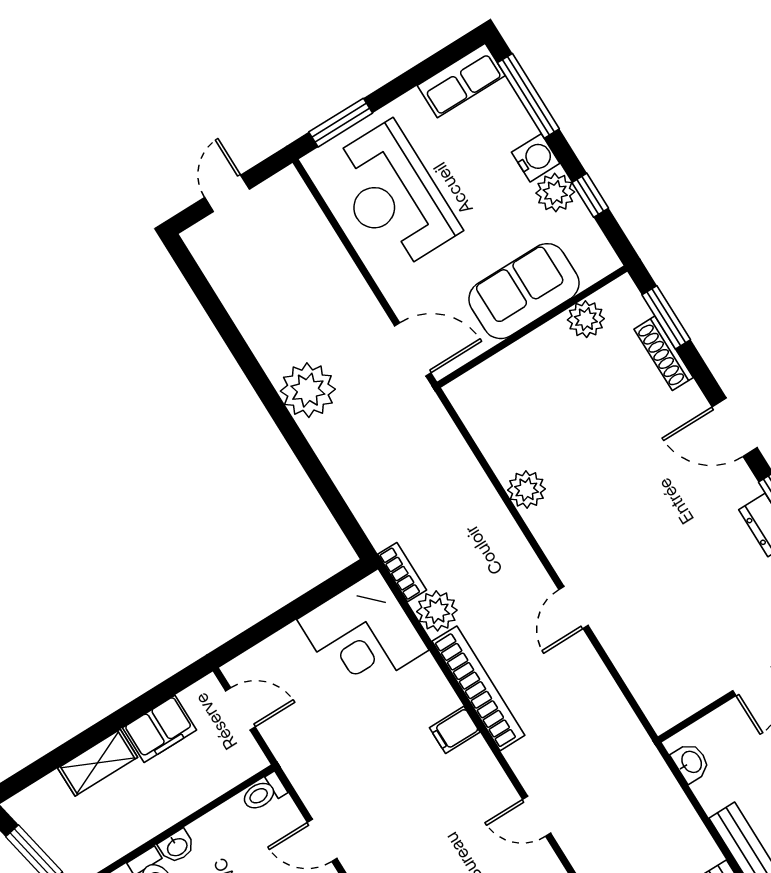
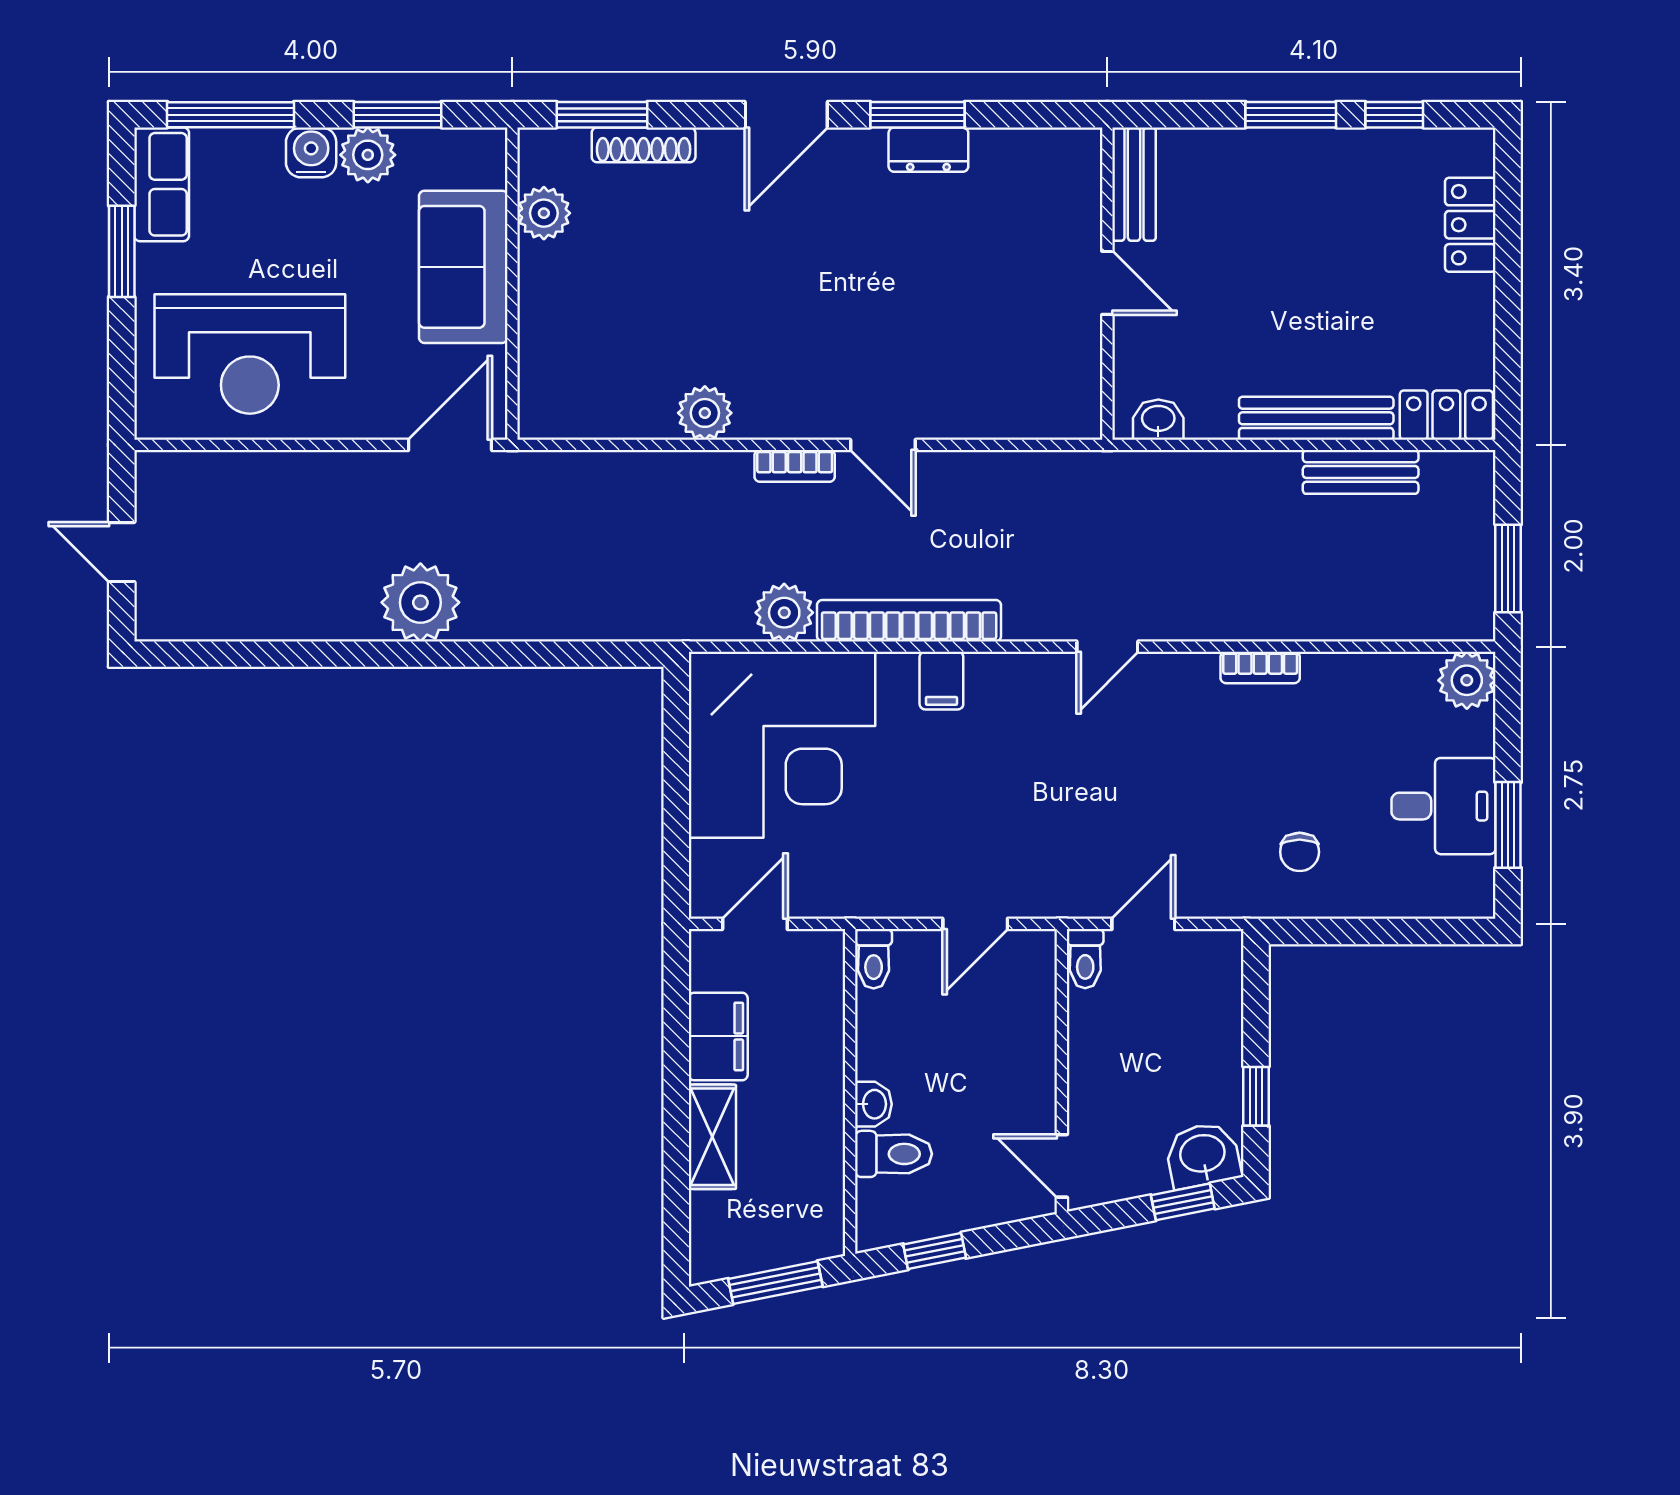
window: (341, 123) -> (122, 251), moved
window: (590, 195) -> (397, 115), width x1.50
bookcase: (402, 572) -> (795, 466), moved, turned 180
corner desk: (363, 635) -> (782, 745), width x1.36, depth x1.36

